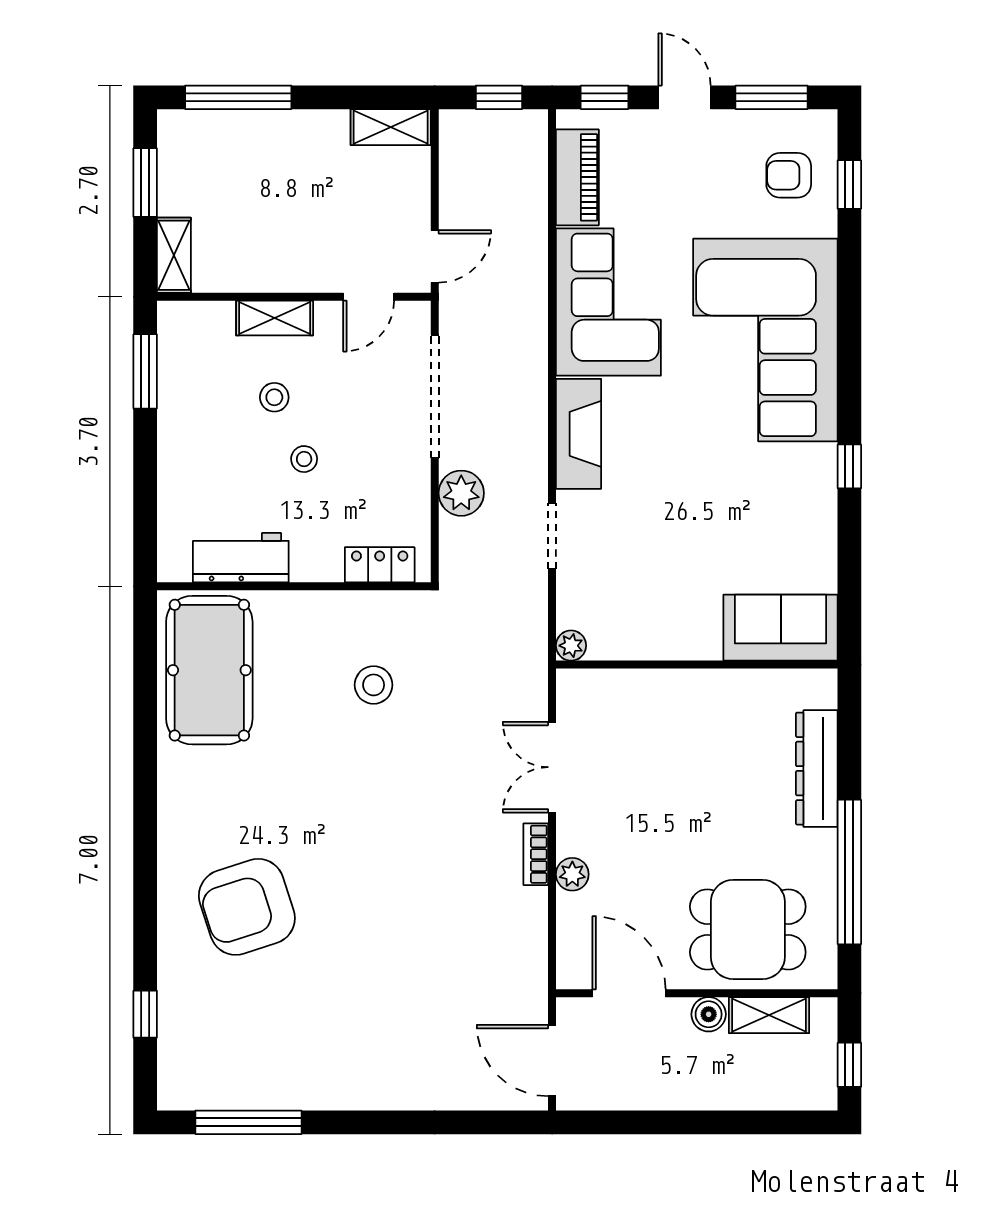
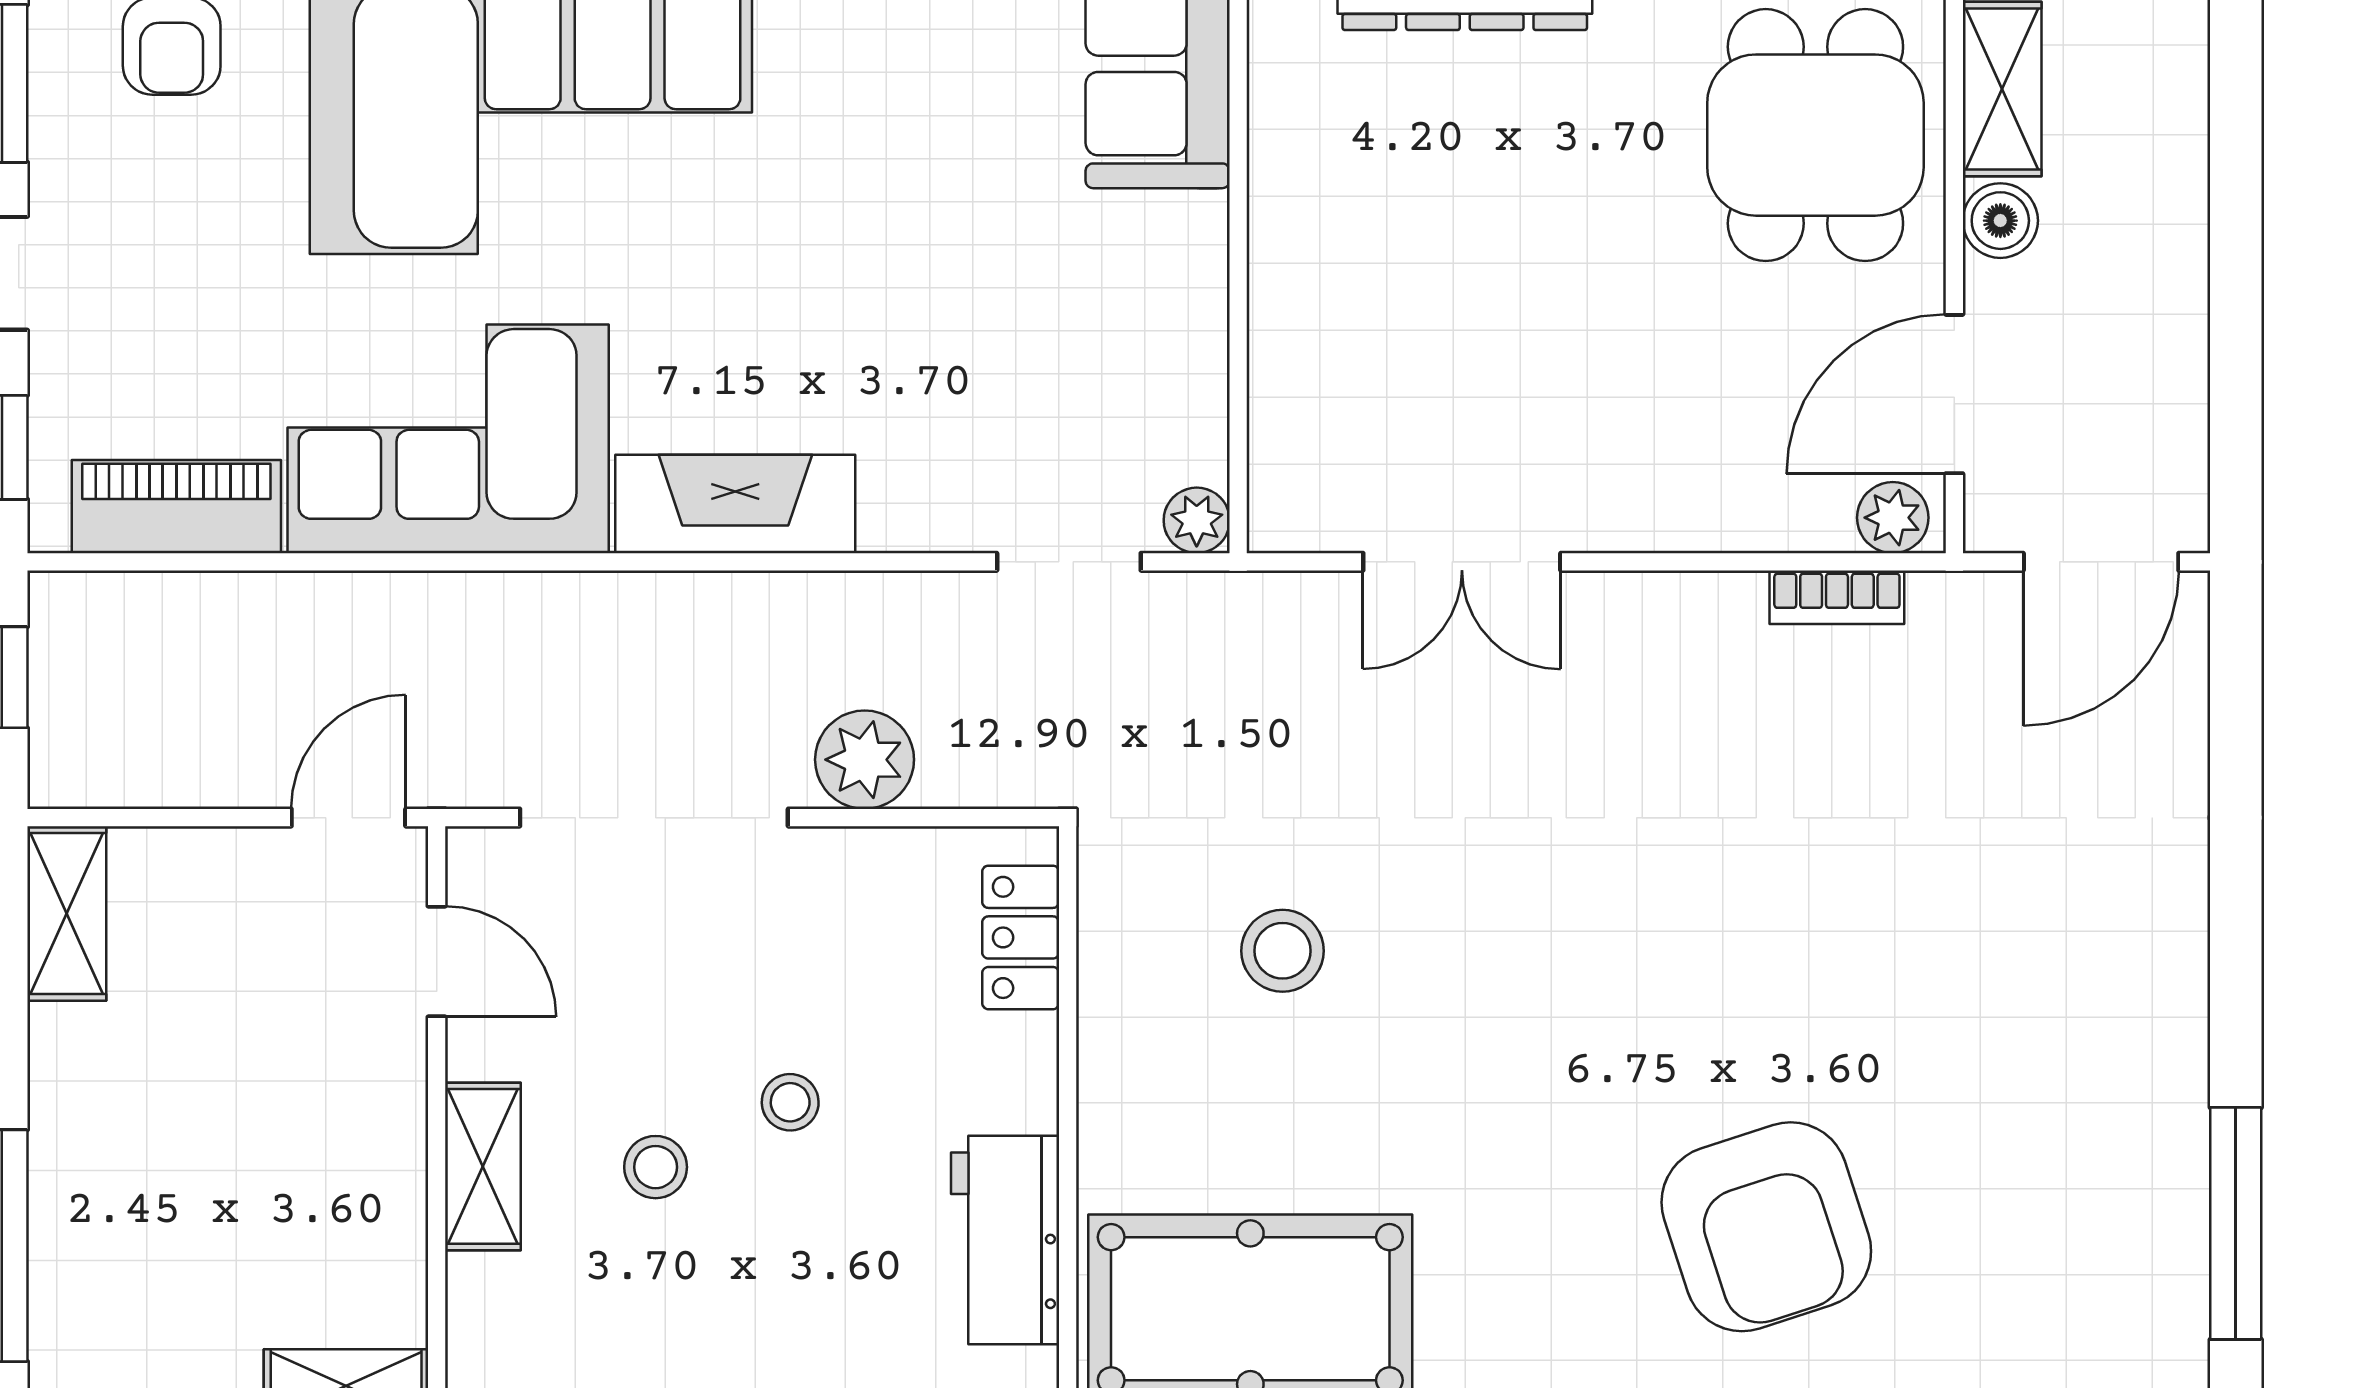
door: (435, 256) -> (348, 818), hinge flipped
doorway: (552, 536) -> (1069, 562), moved
bookcase: (536, 854) -> (1837, 597), moved
plant: (572, 874) -> (1893, 518), moved

